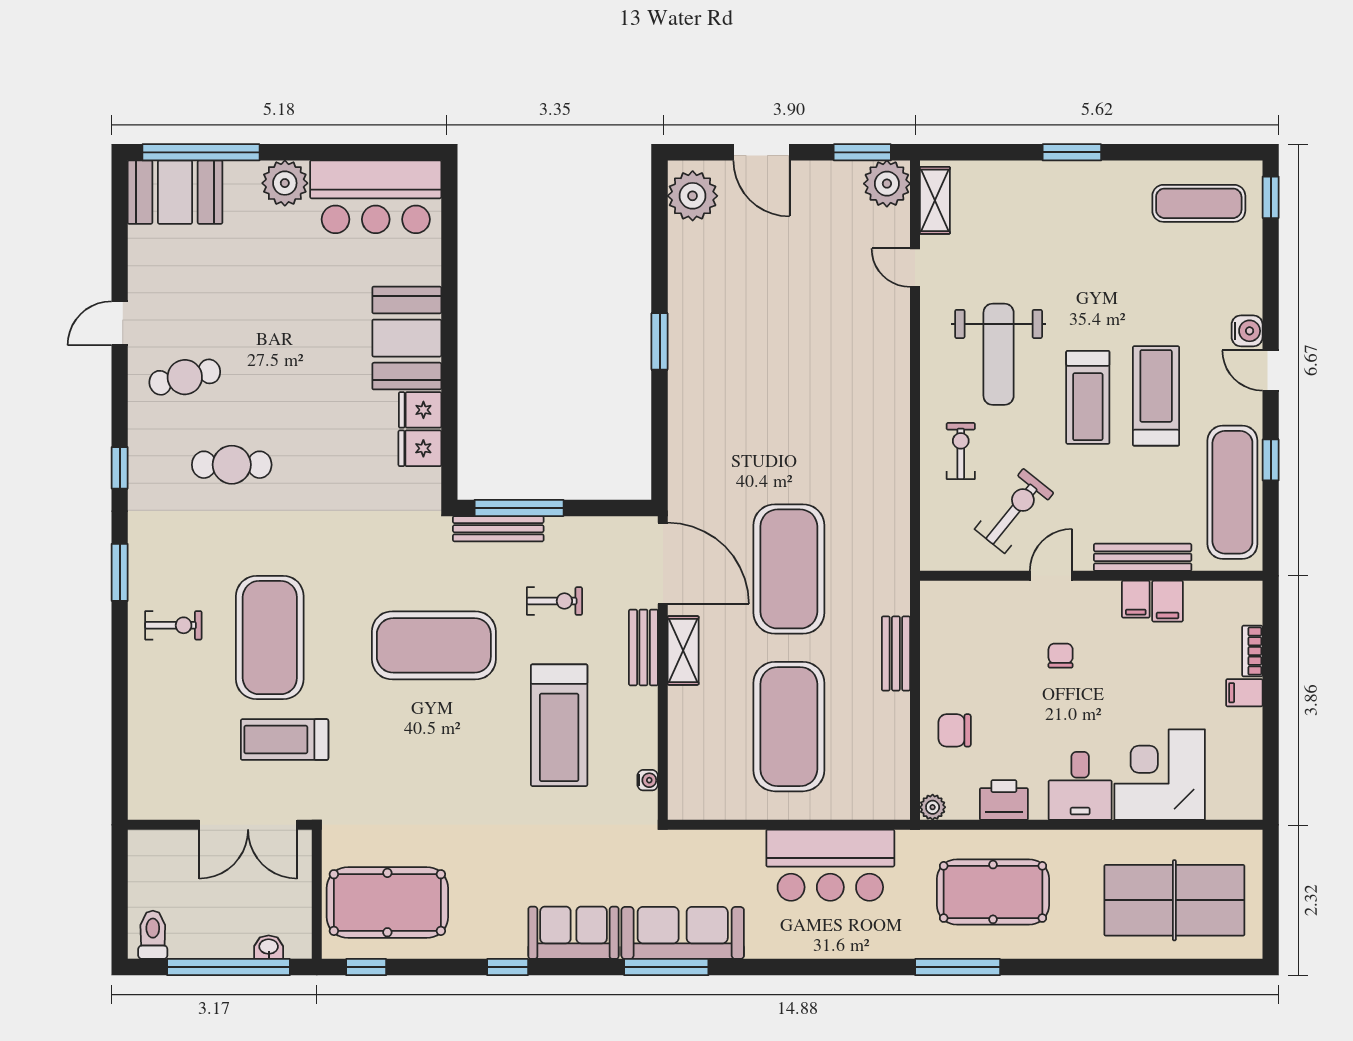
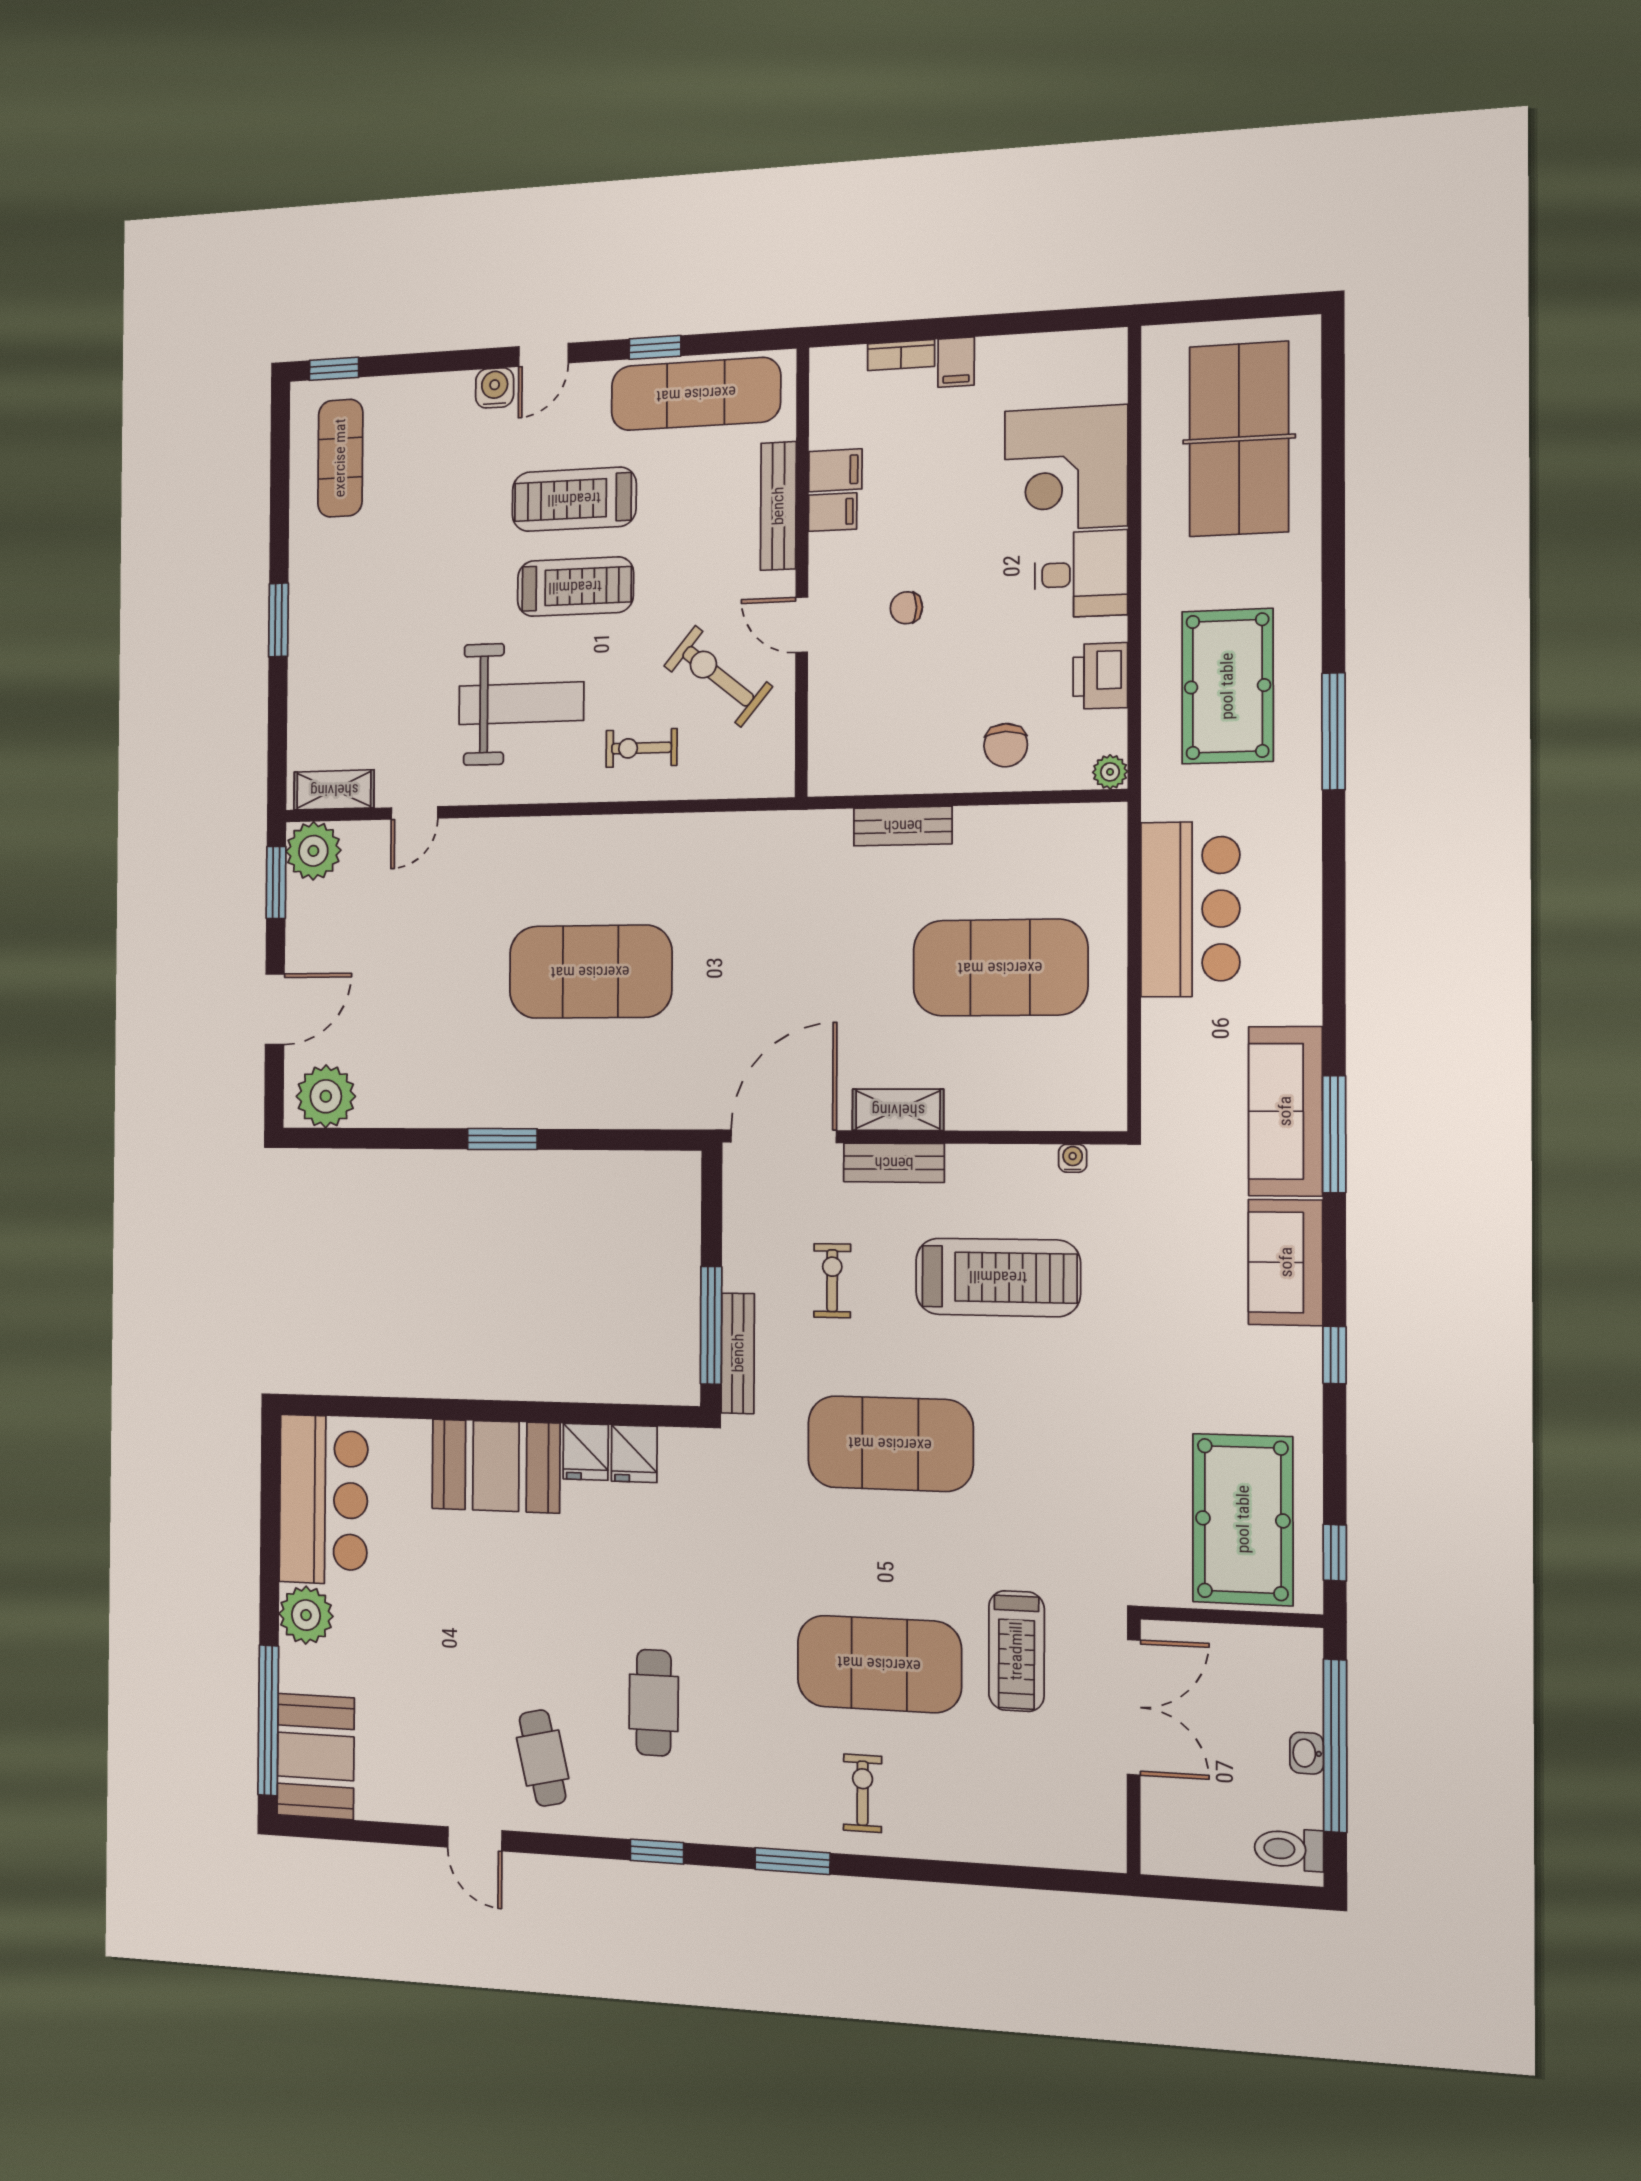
exercise mat: (789, 569) -> (590, 972), moved
exercise mat: (434, 645) -> (890, 1444), turned 90
washbasin: (269, 947) -> (1307, 1753), moved

